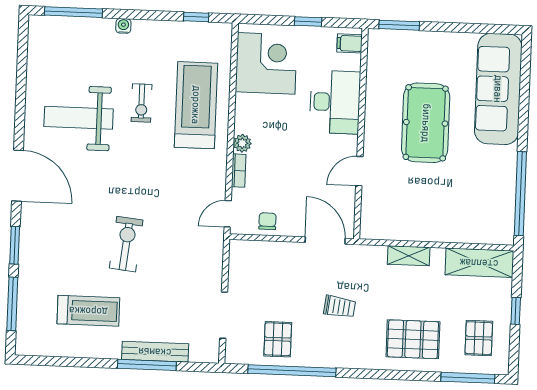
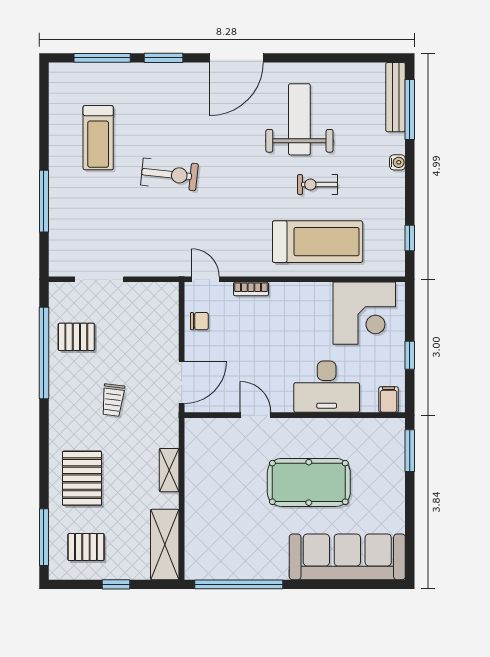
plant: (242, 143) -> (280, 292), removed
bench: (155, 352) -> (396, 97), moved

